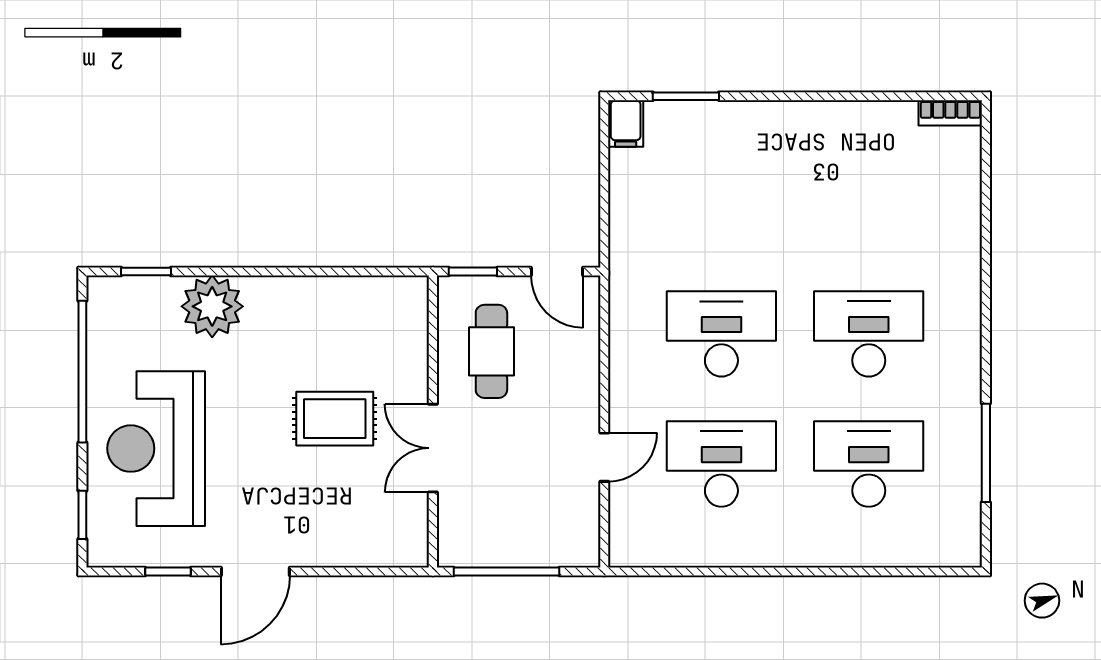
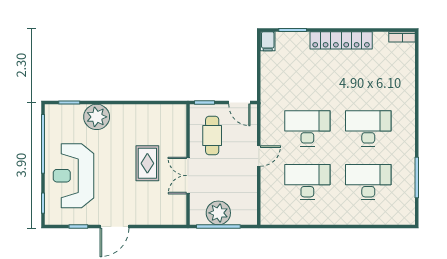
locker: (803, 121) -> (341, 40), added
rug: (335, 419) -> (147, 163), turned 90
door: (604, 457) -> (259, 156), moved
plant: (506, 538) -> (218, 213), added

